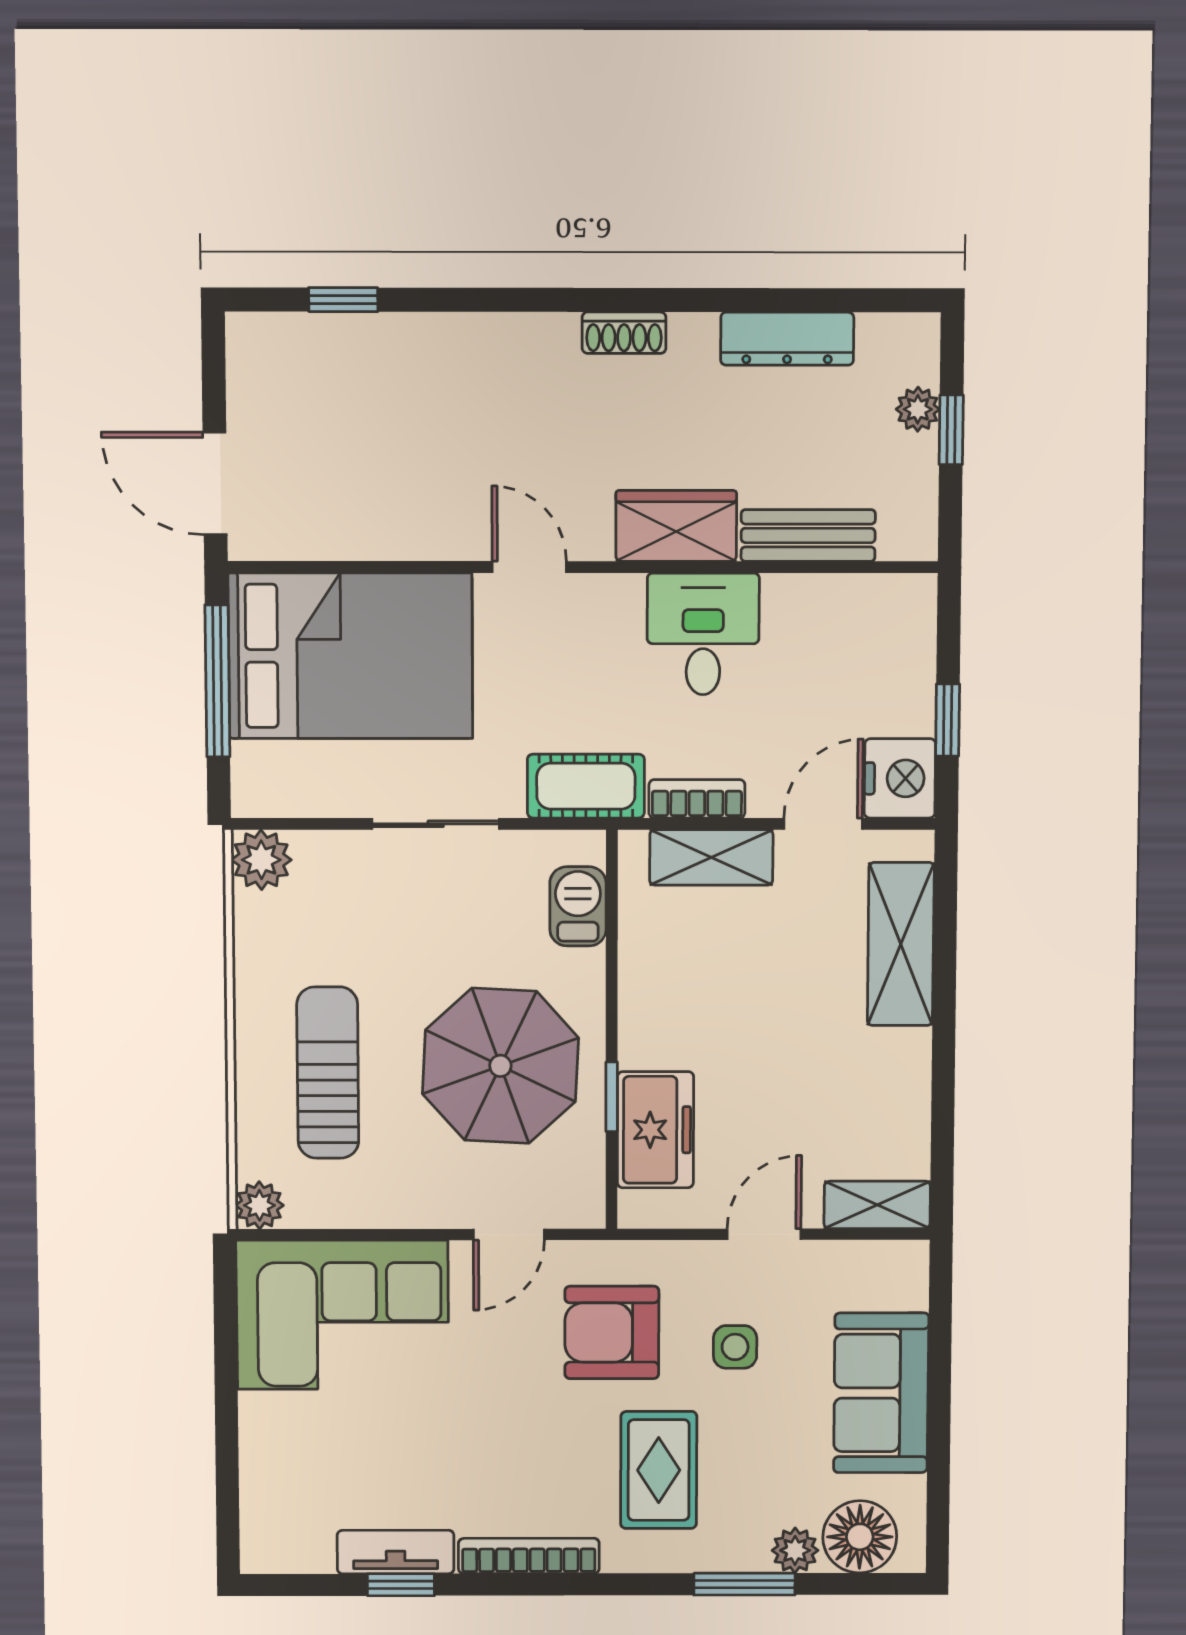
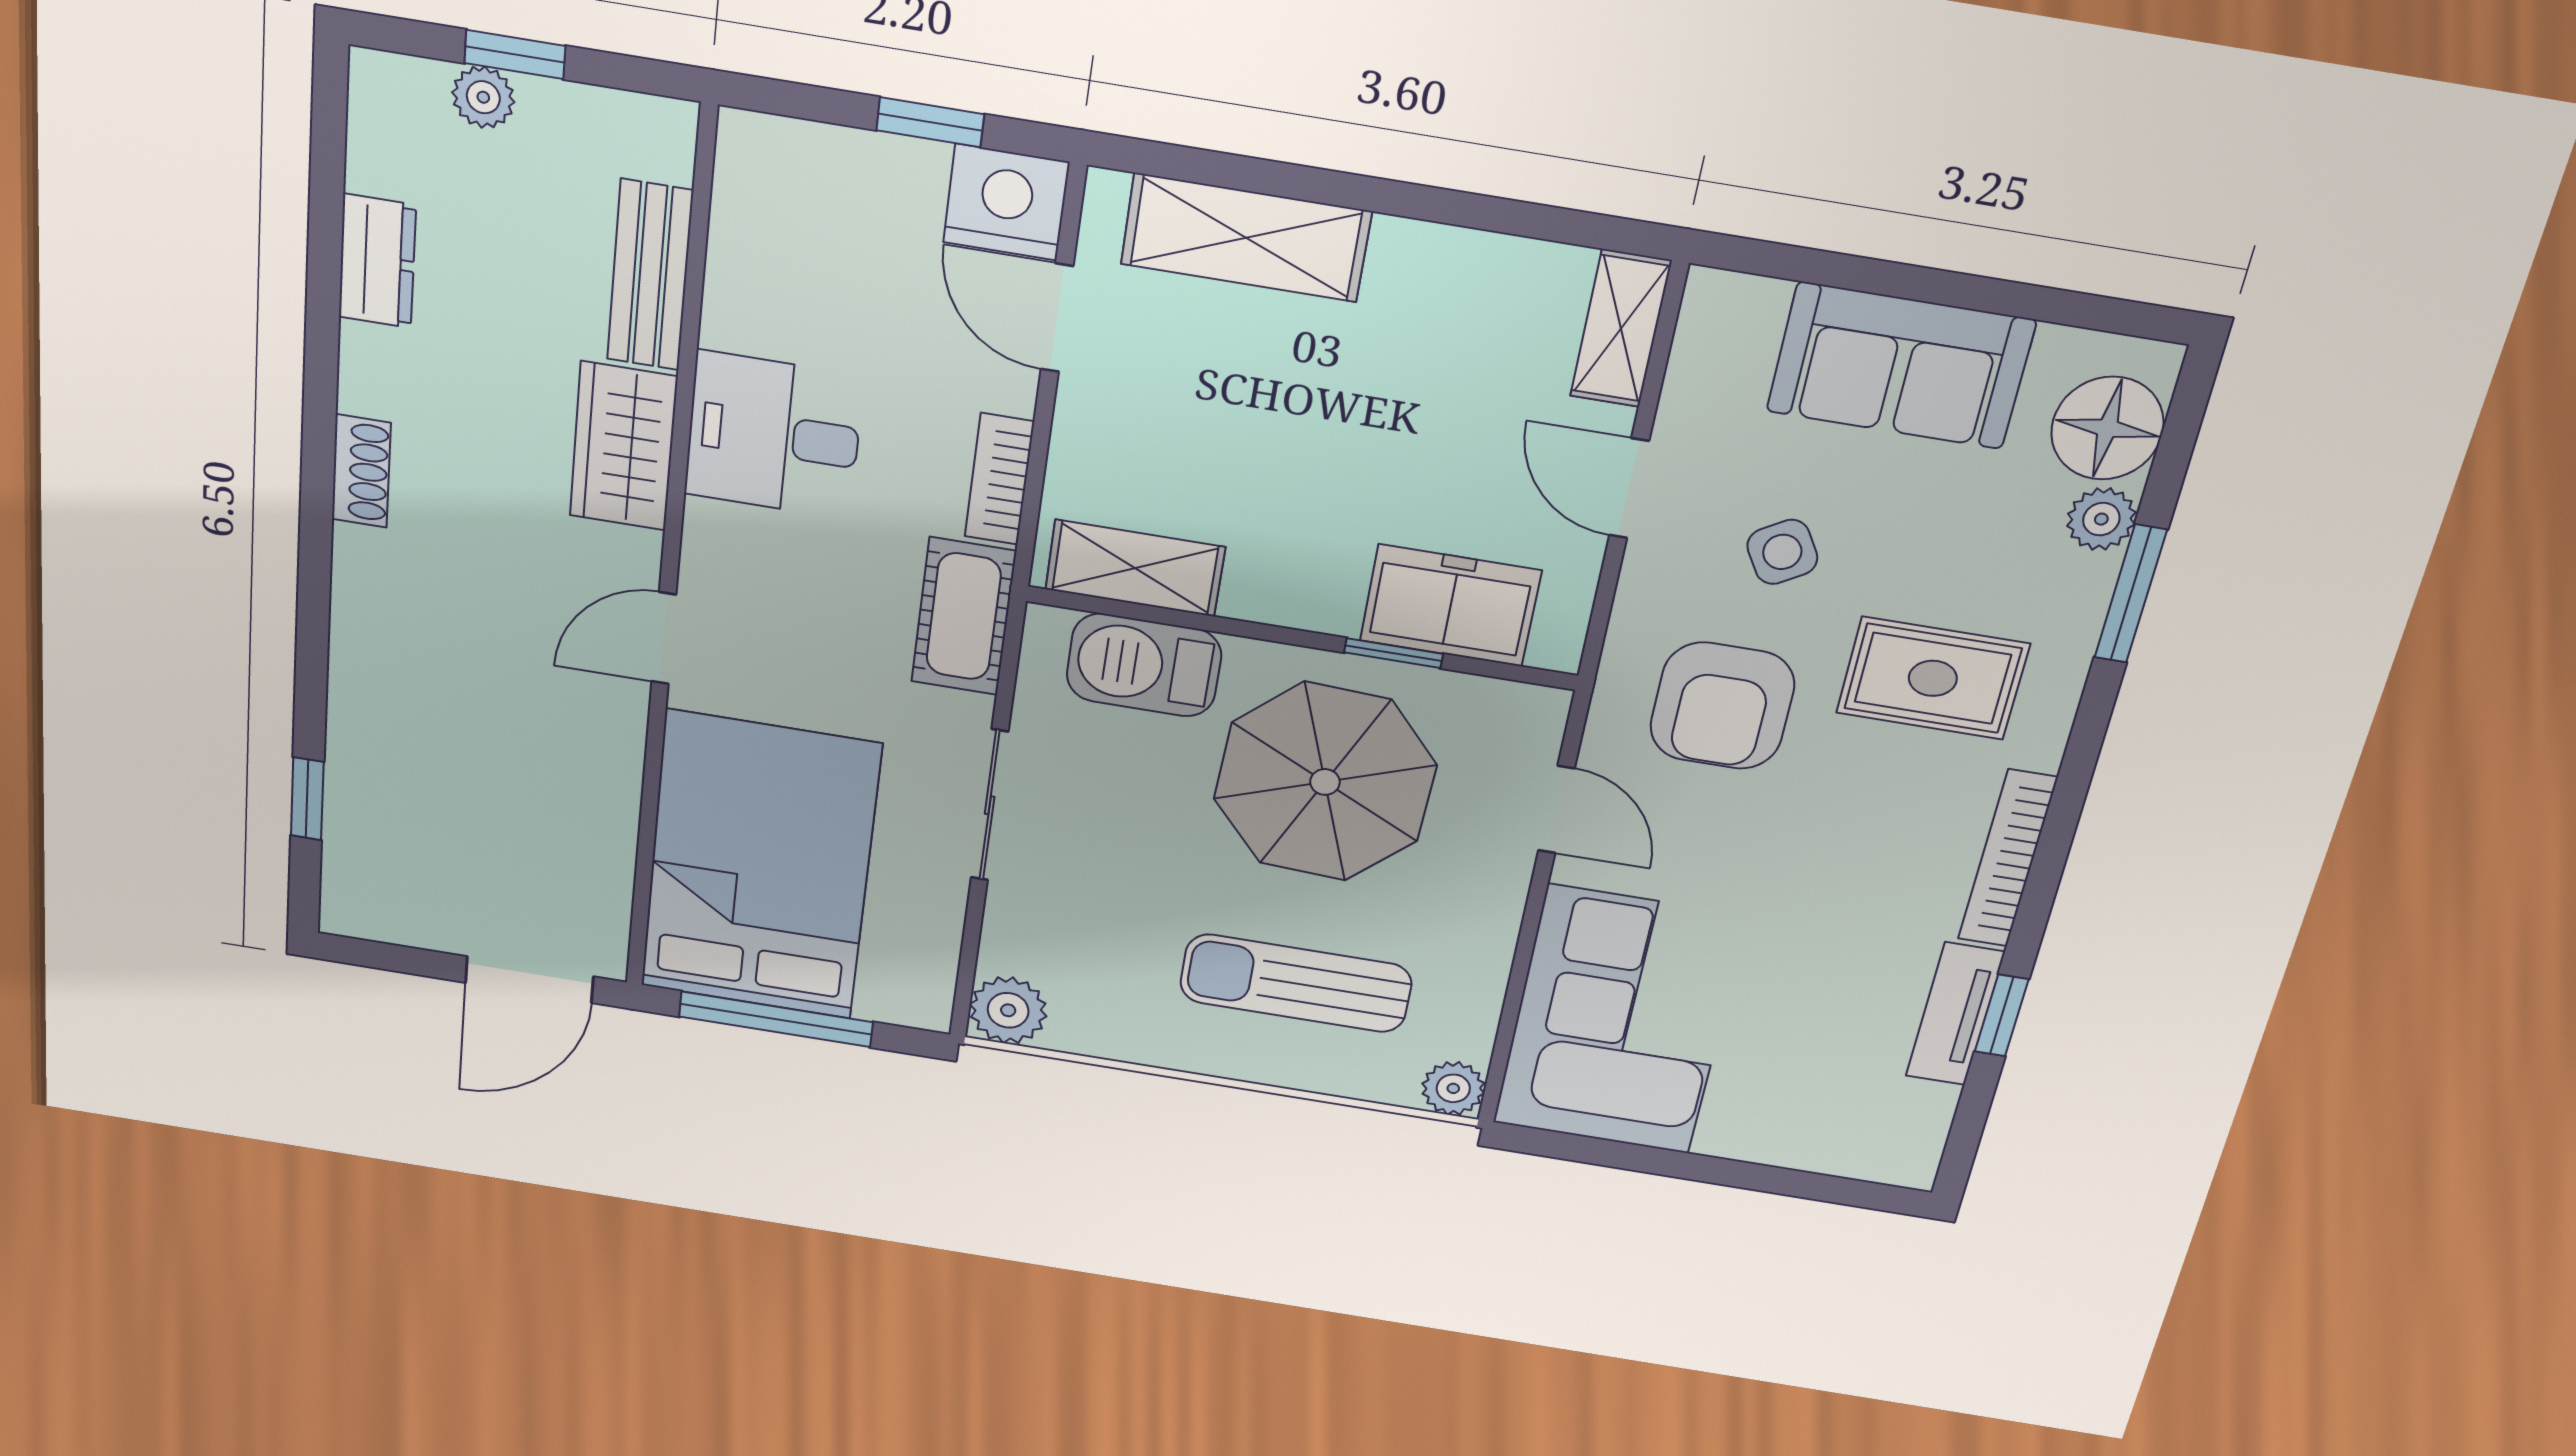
dresser: (787, 339) -> (377, 261), width x0.70
shelving: (711, 857) -> (1135, 568), moved, turned 90
barbecue: (578, 906) -> (1144, 665), width x1.38, depth x1.27
side table: (735, 1347) -> (1782, 552), turned -31

